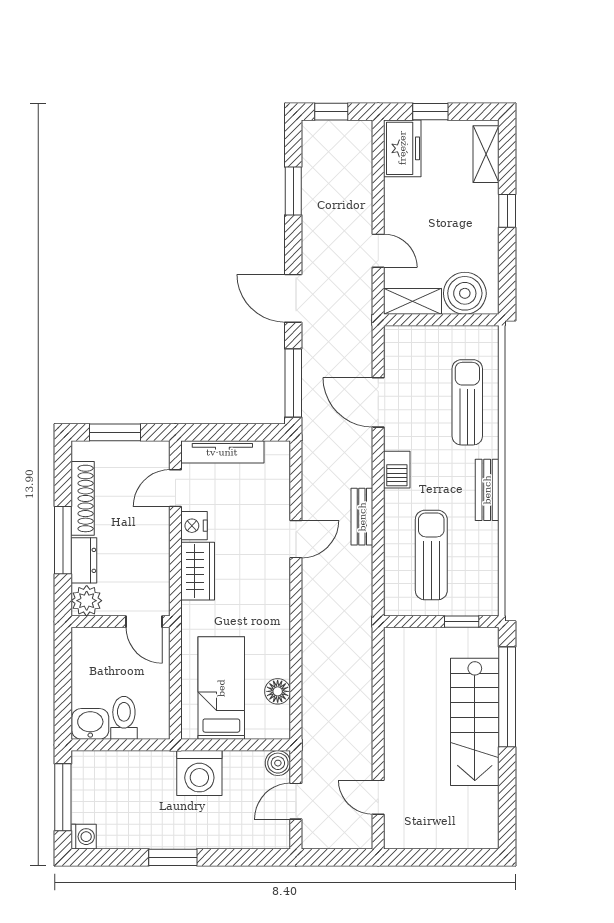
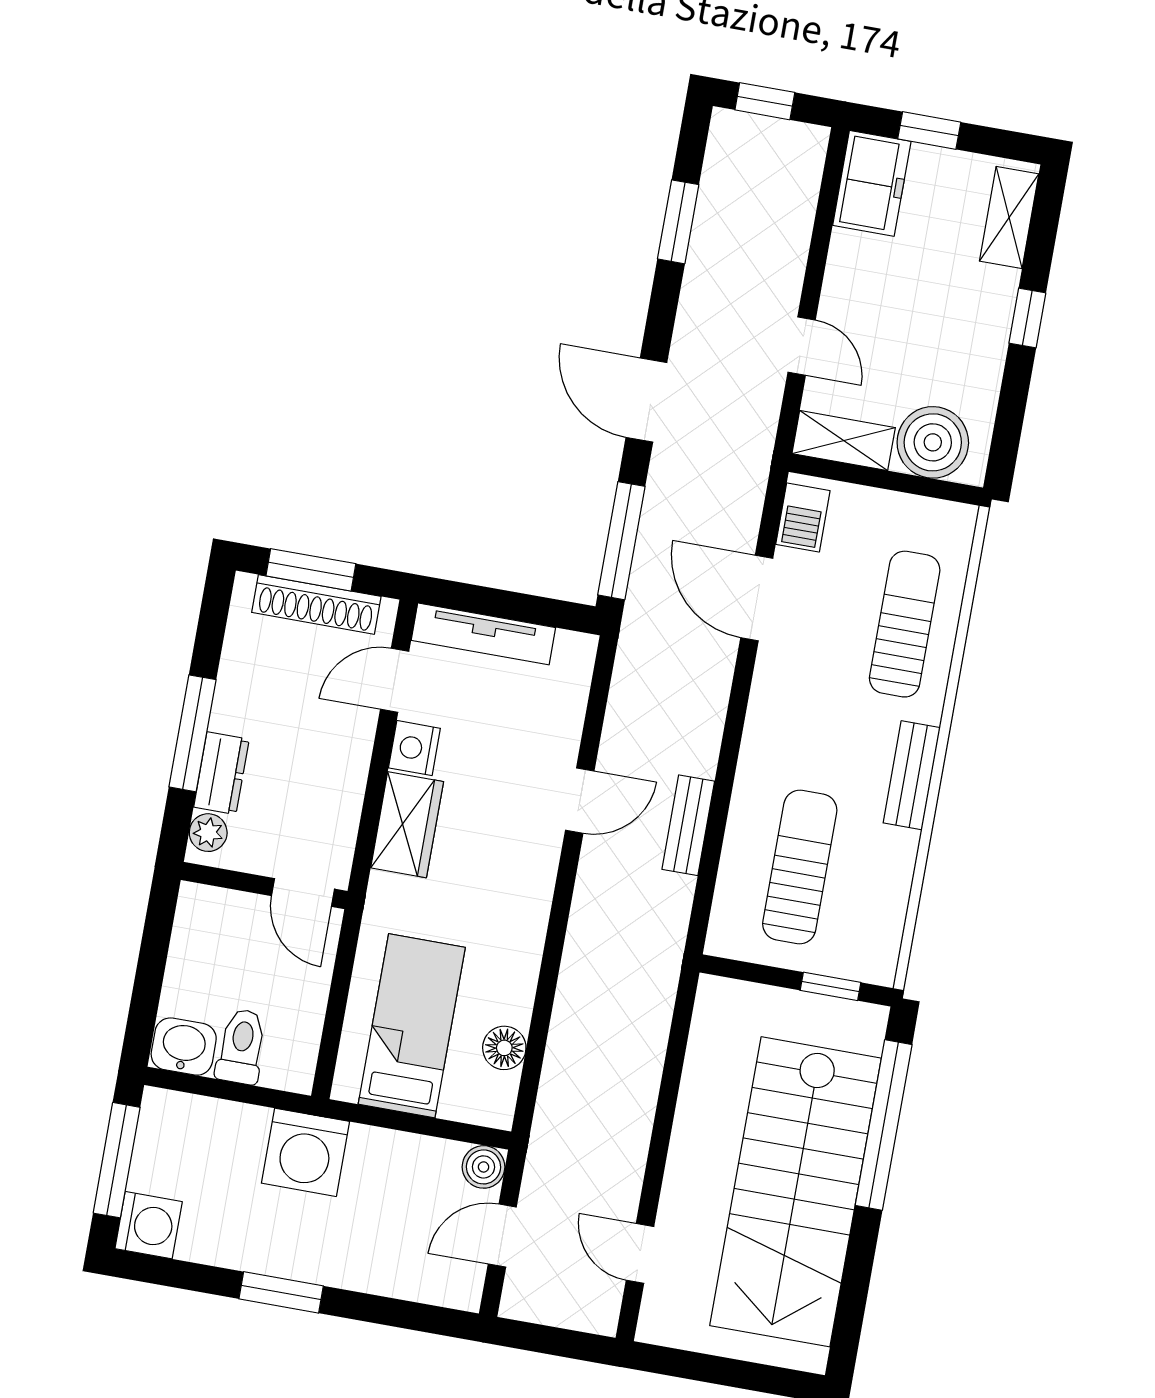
barbecue: (397, 470) -> (803, 517), moved
shoe rack: (83, 498) -> (316, 604), moved, turned 90
bench: (362, 517) -> (688, 825), moved
plant: (87, 601) -> (208, 833), width x0.73, depth x0.73
stairs: (475, 722) -> (796, 1192), width x1.36, depth x1.51
washing machine: (199, 773) -> (305, 1152), moved
washing machine: (84, 837) -> (149, 1225), width x1.38, depth x1.38

